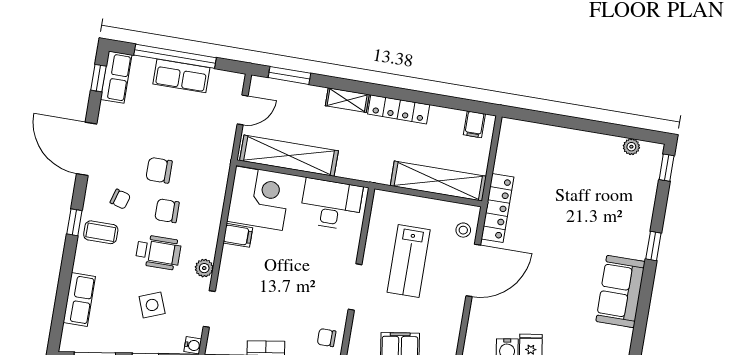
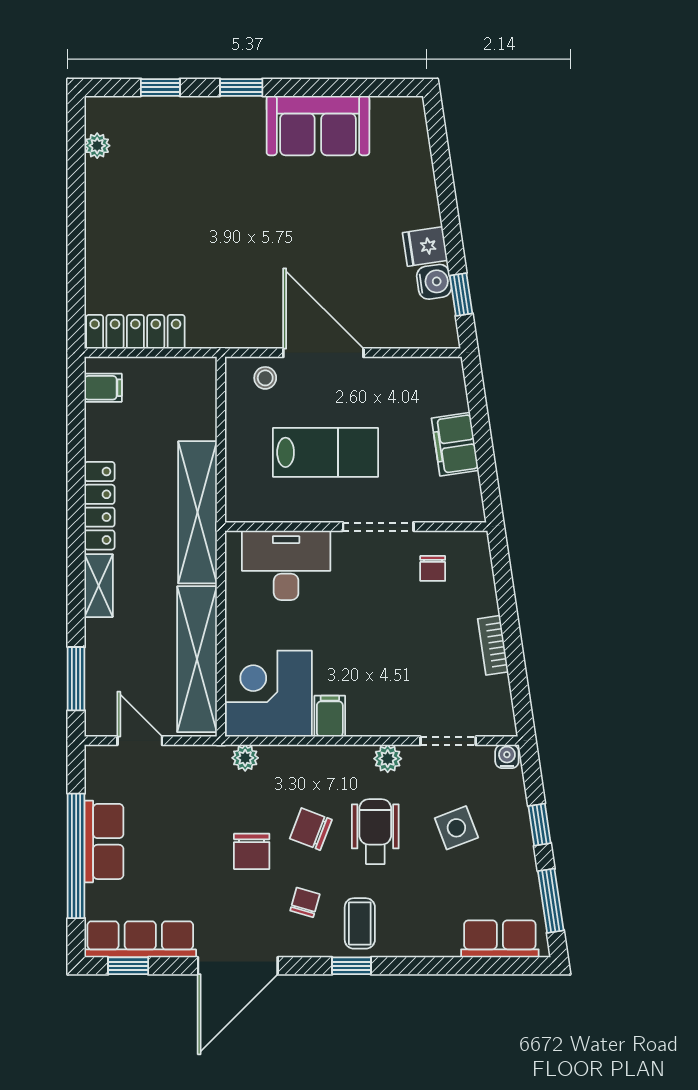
row of seats: (116, 77) -> (140, 939), width x1.48
window: (667, 168) -> (160, 87), moved
plant: (220, 176) -> (245, 758), added
shelving: (438, 181) -> (197, 512), moved
desk: (331, 204) -> (286, 565), moved, turned 90
locker: (498, 208) -> (135, 332), moved
chair: (167, 211) -> (311, 829), turned 111
row of seats: (79, 299) -> (500, 939), moved
chair: (327, 338) -> (433, 568), moved

